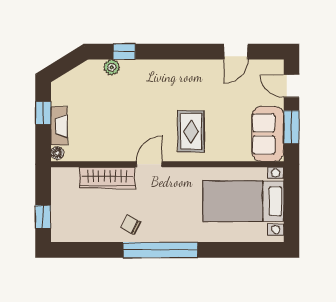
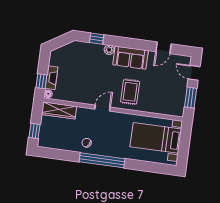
plant: (112, 67) -> (109, 50), moved
window: (43, 113) -> (41, 81), moved
sofa: (268, 134) -> (130, 58), moved, turned -90
wardrobe: (107, 178) -> (59, 110), moved

